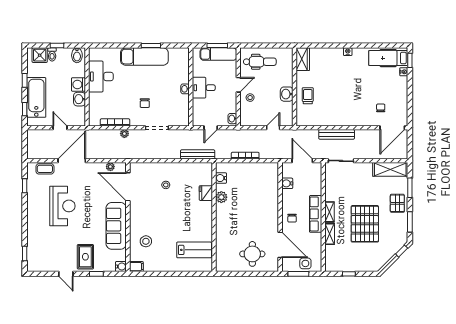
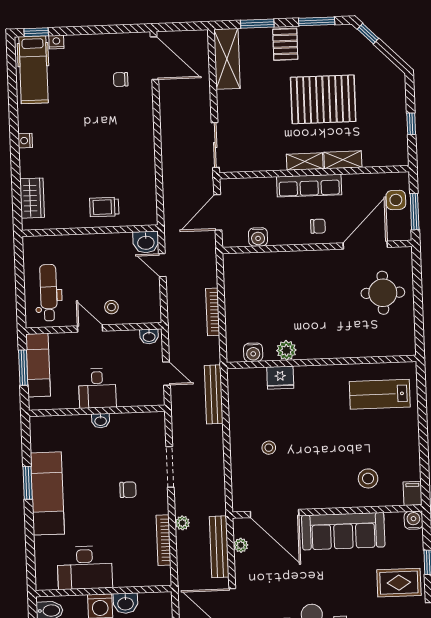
wardrobe: (303, 59) -> (32, 198), moved, turned 90
washbasin: (287, 94) -> (146, 242), moved
bench: (337, 134) -> (219, 547), moved
door: (128, 187) -> (275, 513), hinge flipped
pallet: (397, 203) -> (285, 44), turned 90
lab bench: (194, 250) -> (380, 394), turned -90

